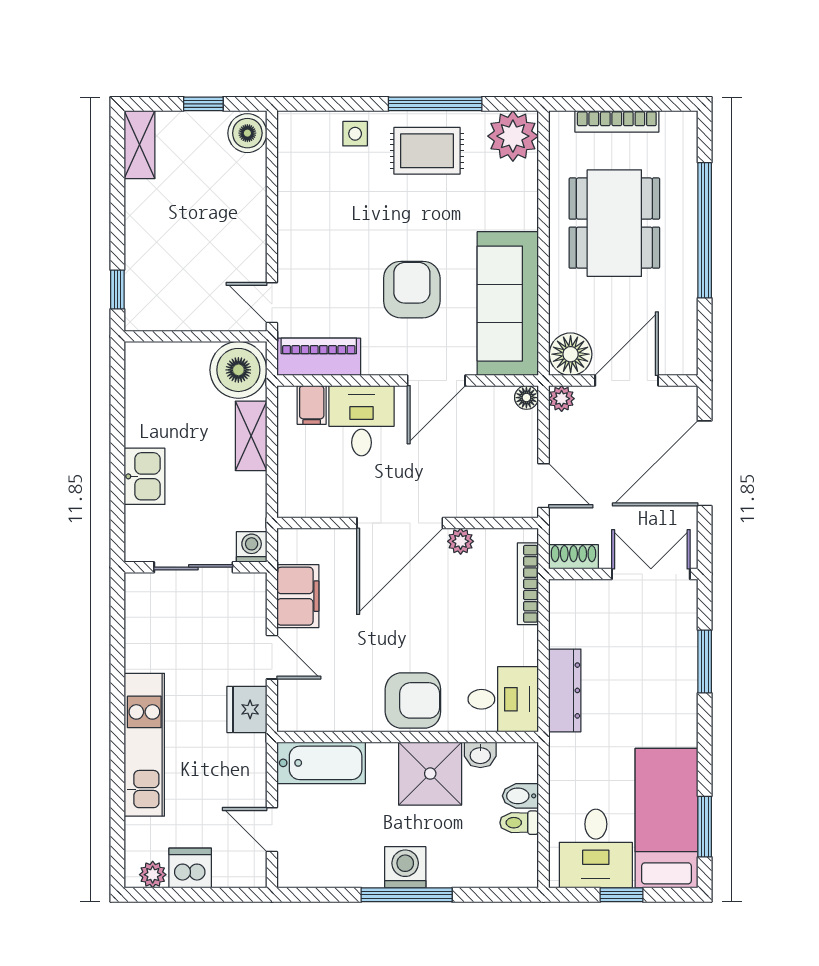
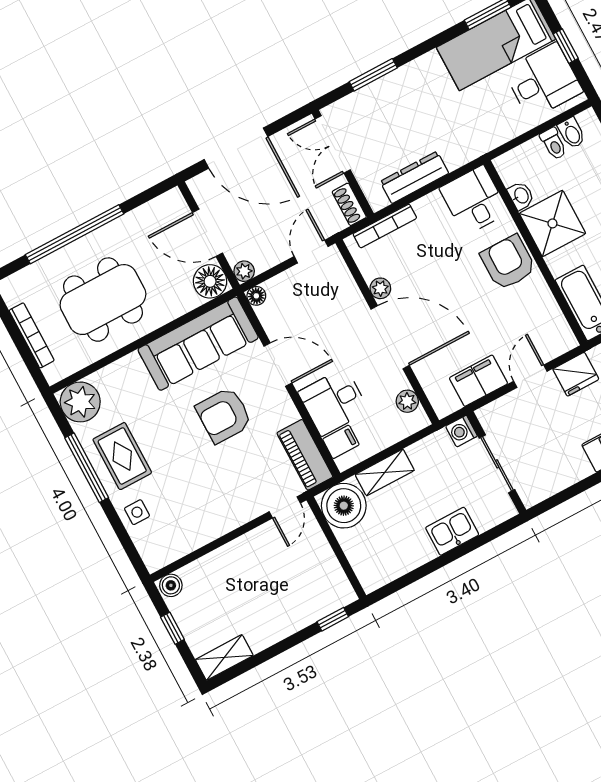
boiler: (247, 133) -> (171, 585), width x0.73, depth x0.73
plant: (318, 504) -> (407, 401), added
dresser: (565, 690) -> (414, 177), moved
bidet: (520, 796) -> (572, 133), moved

